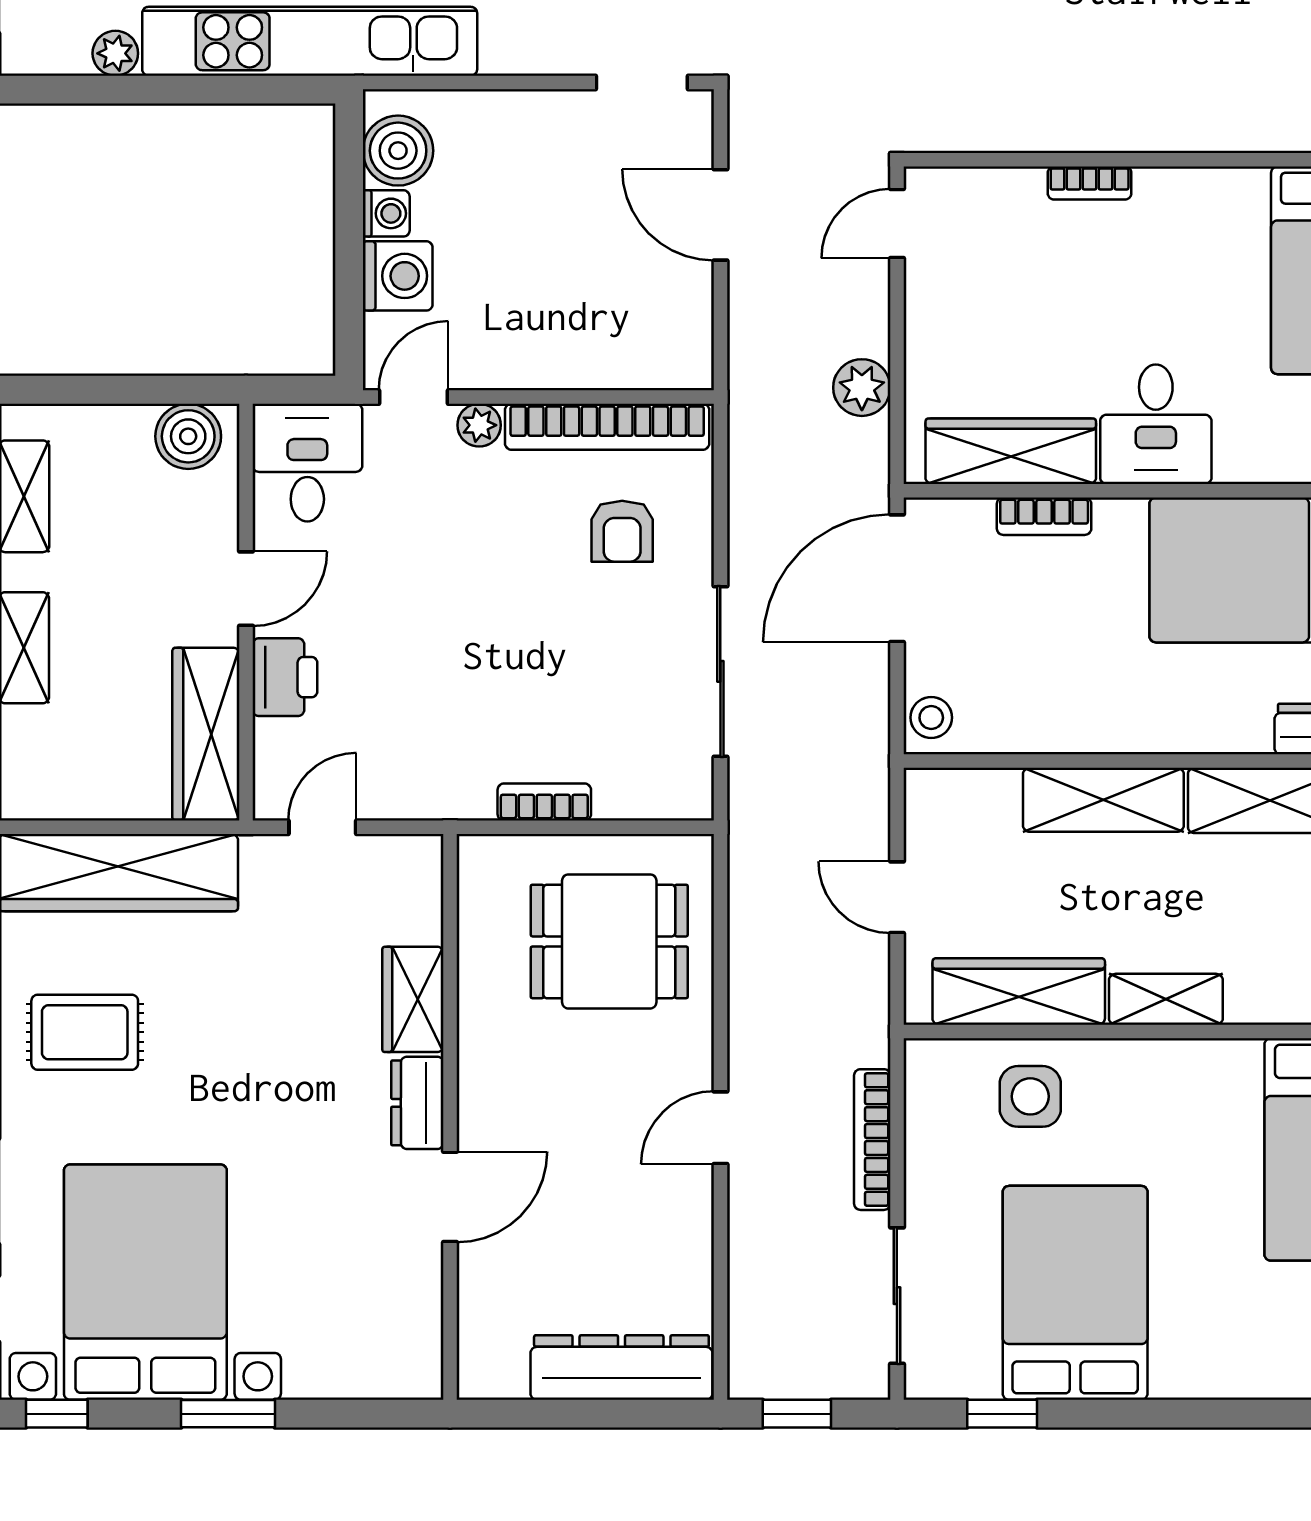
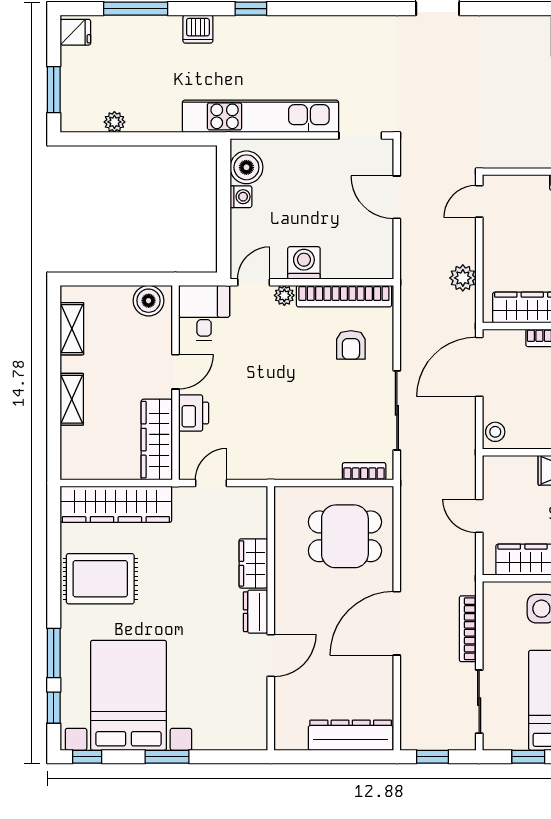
kitchen unit: (310, 41) -> (260, 116), moved
washing machine: (398, 276) -> (304, 263), moved, turned -90
bookcase: (544, 802) -> (364, 471), moved
rug: (85, 1032) -> (100, 579), width x1.36, depth x1.43
door: (720, 1128) -> (397, 623), width x1.87

